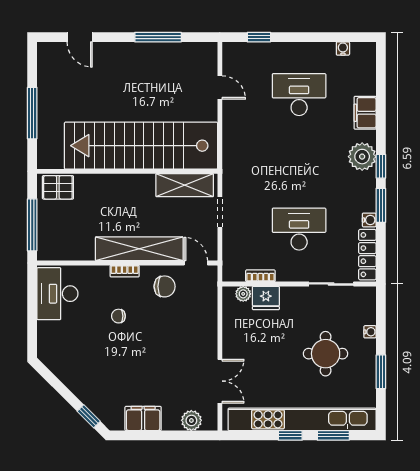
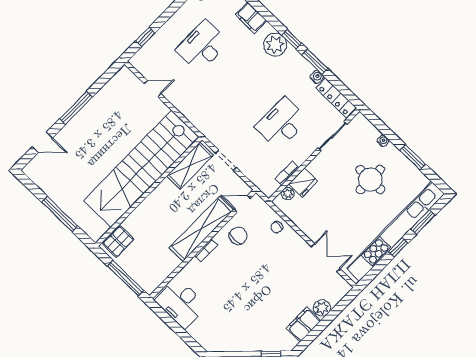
window: (158, 37) -> (76, 108), moved
chair: (118, 316) -> (277, 227), moved
plant: (191, 420) -> (322, 308), moved

